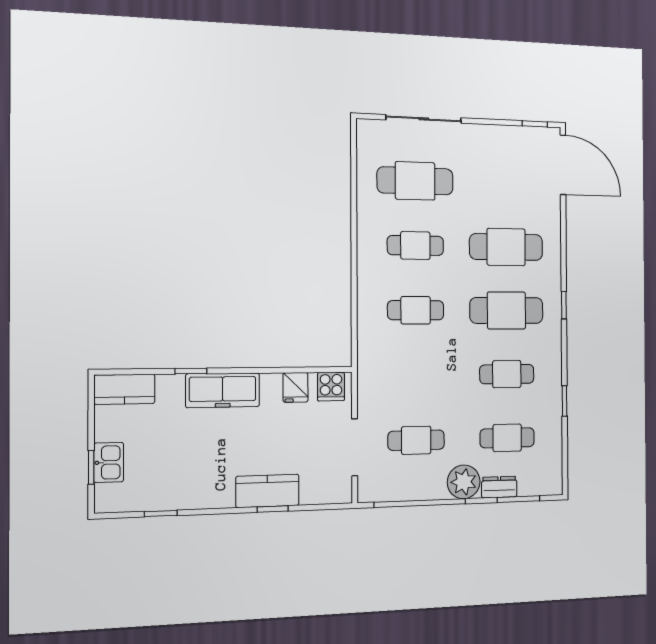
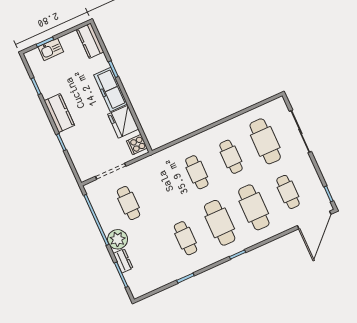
fridge: (295, 387) -> (123, 122), width x1.88, depth x1.34
cafe table: (507, 438) -> (288, 192), moved
kitchen counter: (267, 491) -> (59, 113), moved

